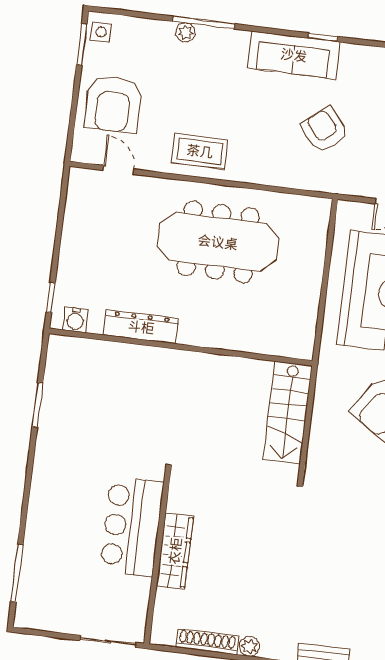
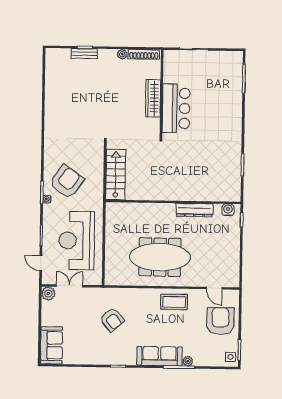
sofa: (294, 55) -> (159, 356), moved
bar counter: (132, 526) -> (176, 108), moved
wardrobe: (175, 551) -> (153, 98), moved
wall: (157, 557) -> (162, 94), moved

